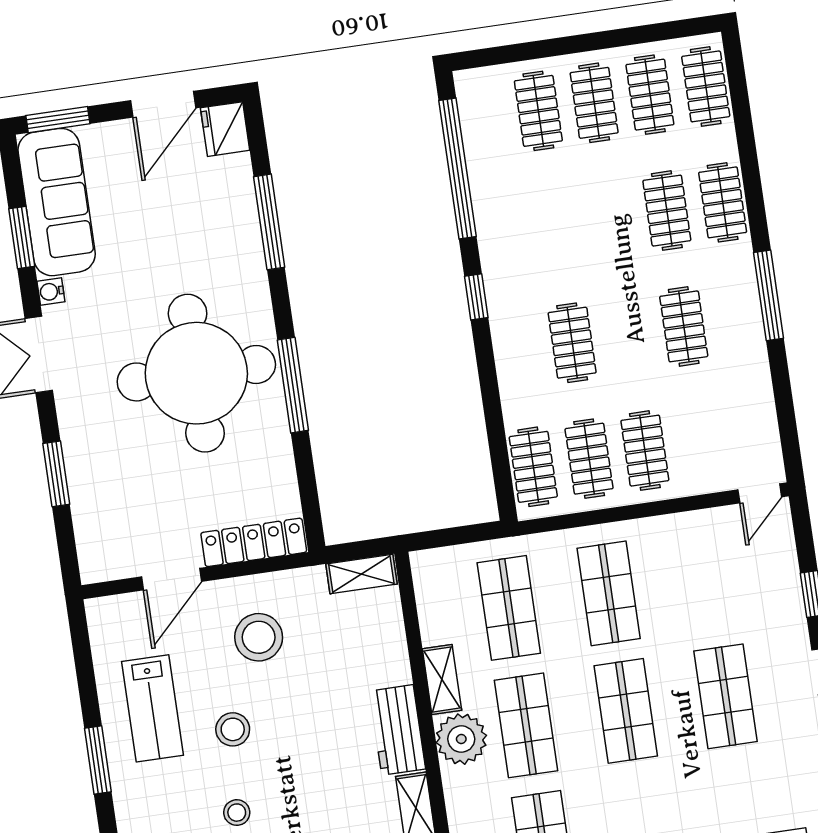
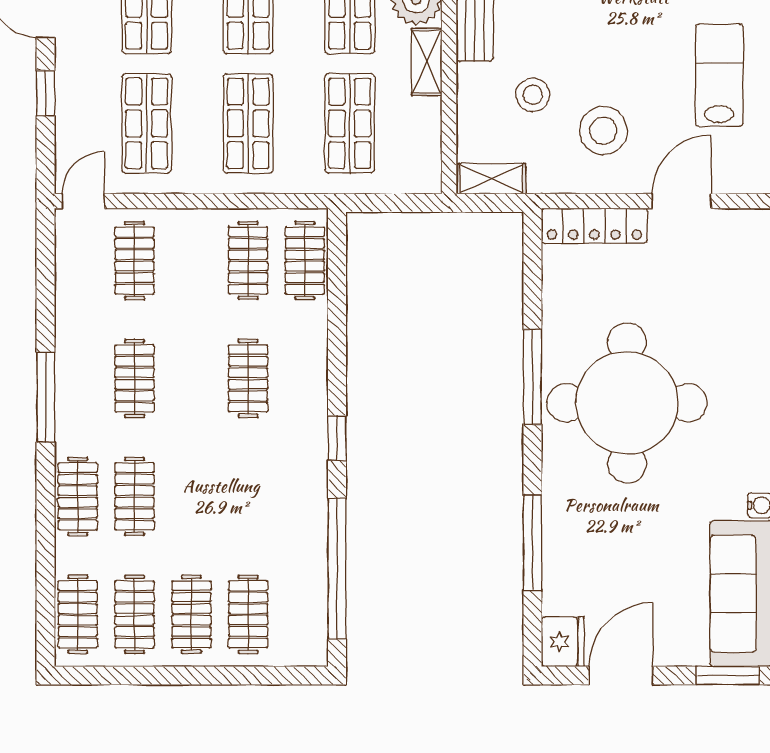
clothes rail: (645, 451) -> (135, 260), moved
shop shelf: (708, 579) -> (147, 123), added
stool: (233, 729) -> (533, 95), moved

